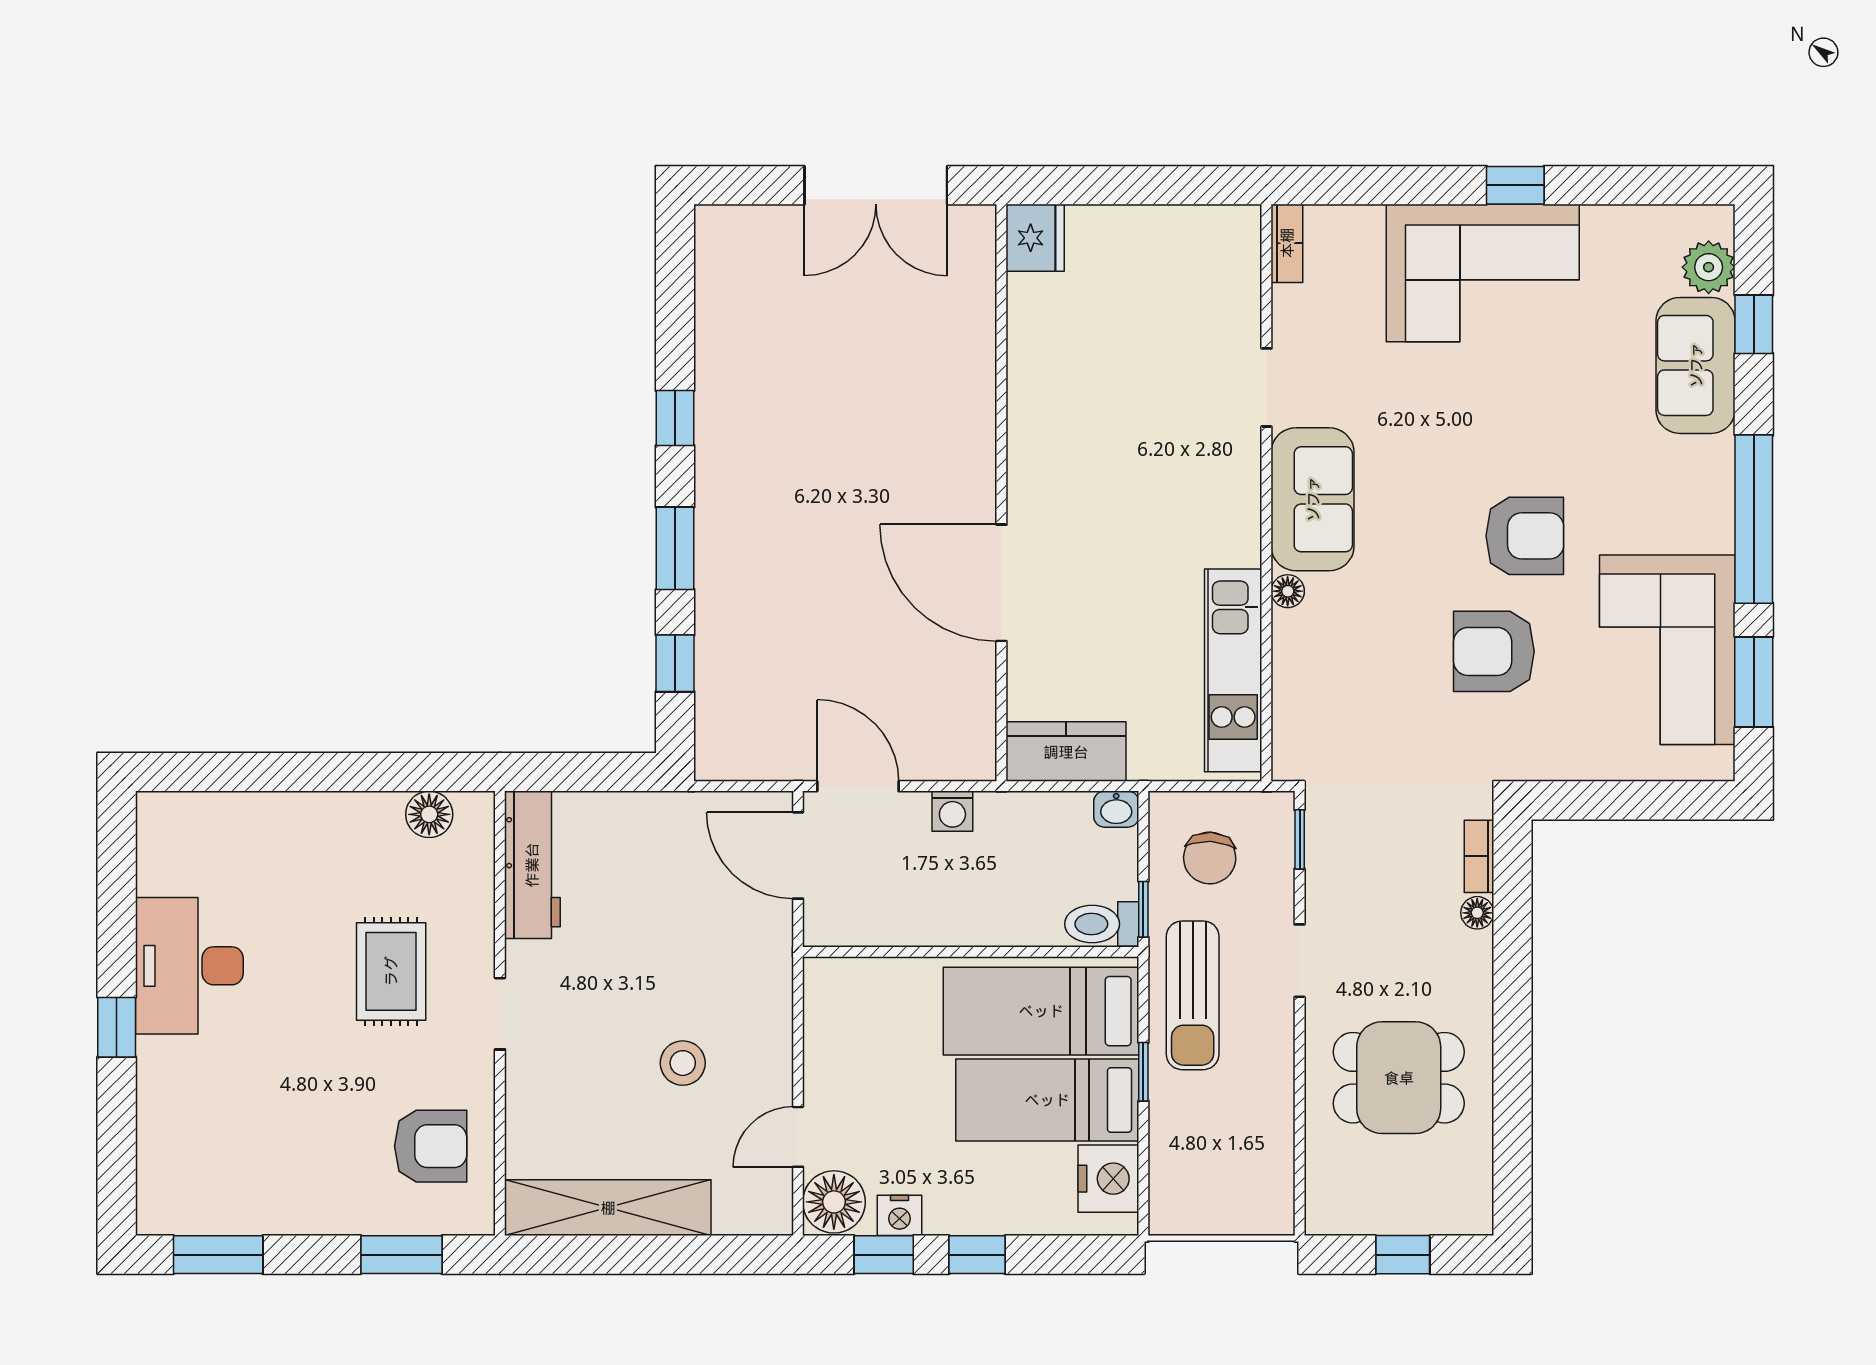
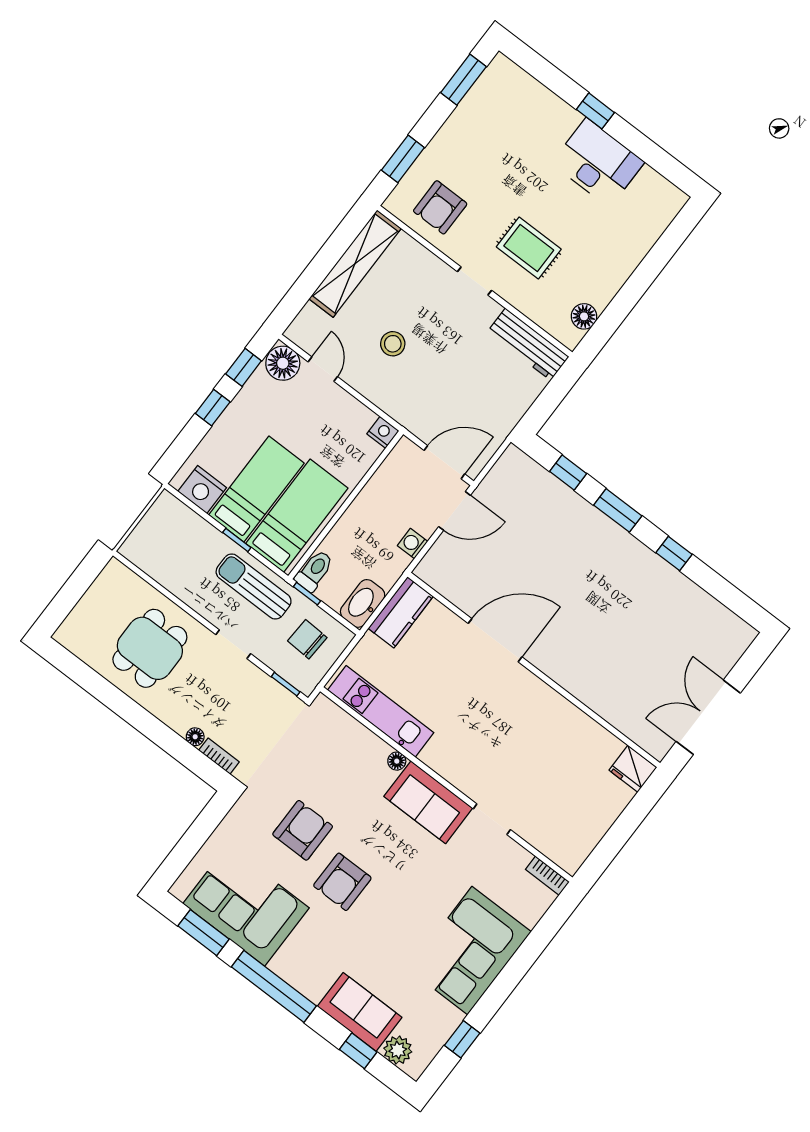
window: (1515, 185) -> (462, 1039), moved
washbasin: (1116, 809) -> (363, 603), width x1.91, depth x1.45
nightstand: (899, 1215) -> (383, 432), moved, turned 90
window: (1403, 1255) -> (72, 592), removed

